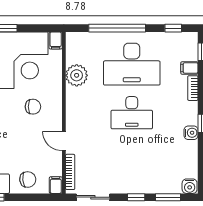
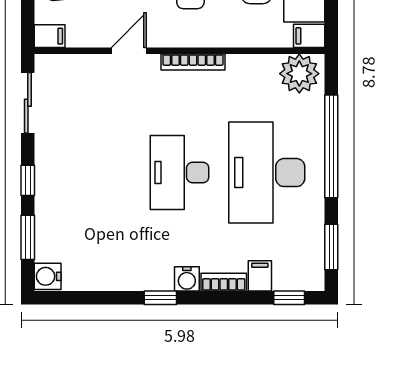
window: (173, 28) -> (331, 247), width x1.50
plant: (77, 75) -> (299, 74), moved
water cooler: (191, 133) -> (187, 279), moved
bookcase: (70, 172) -> (193, 62), moved

